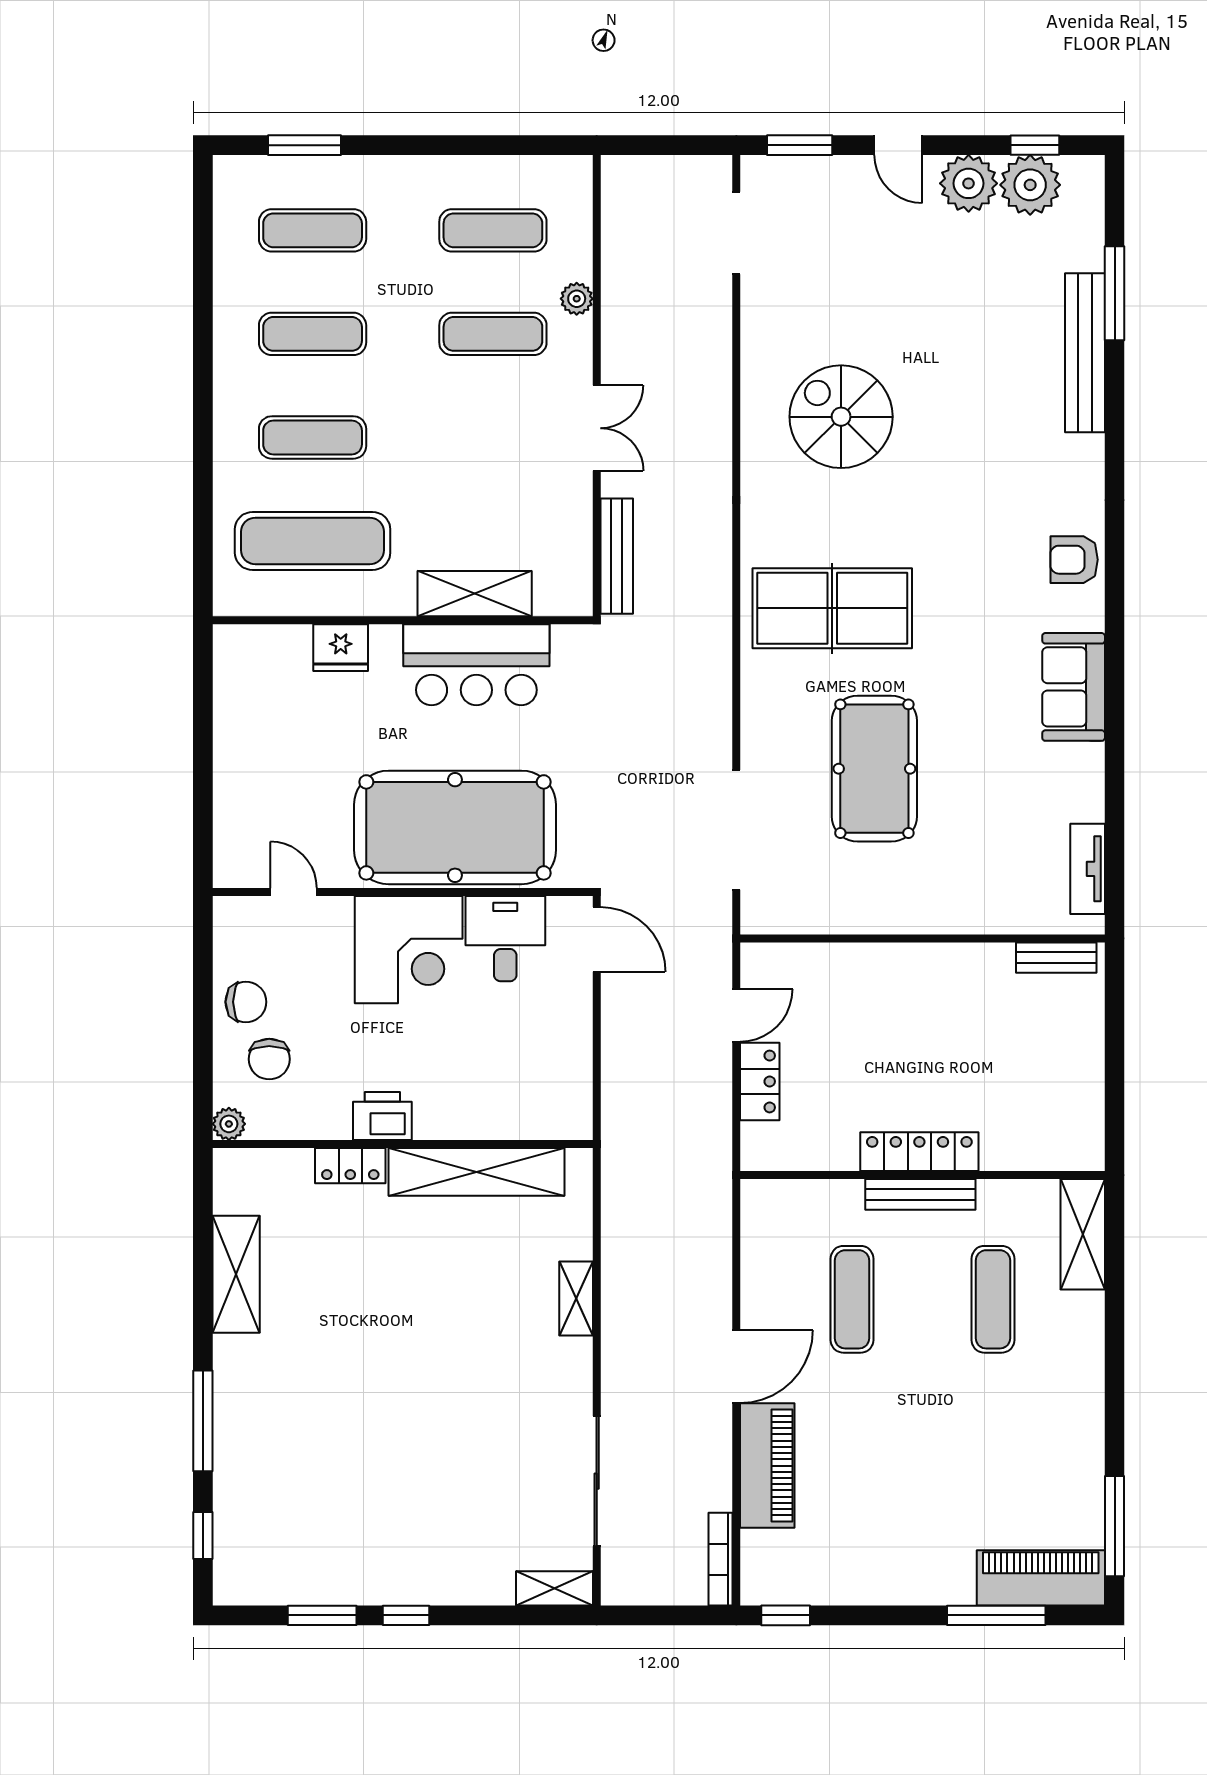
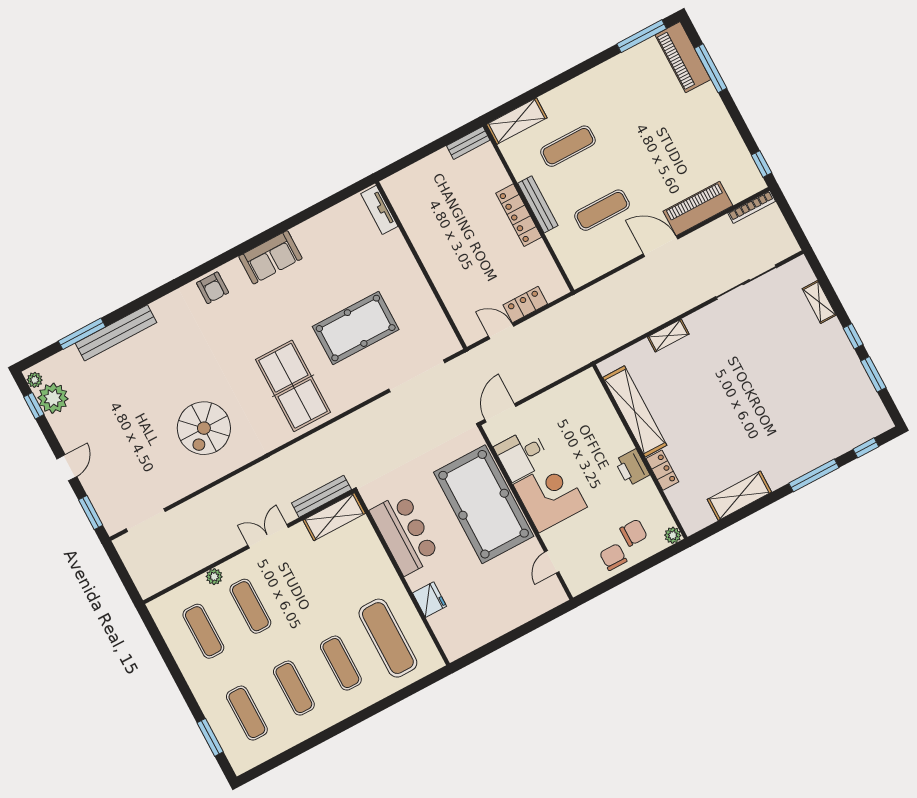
plant: (969, 183) -> (35, 380), moved, width x0.53, depth x0.53
shelving: (475, 594) -> (334, 517), moved, turned 90
tv unit: (1088, 869) -> (379, 210), moved, turned 90
bench: (1056, 958) -> (468, 143), moved, turned 90
shelving: (554, 1588) -> (819, 302), moved

